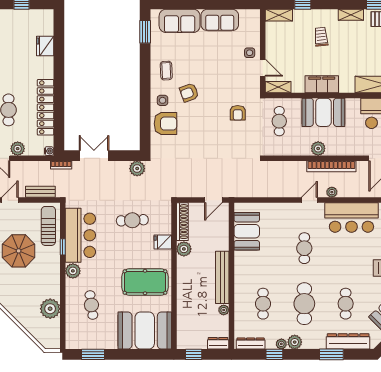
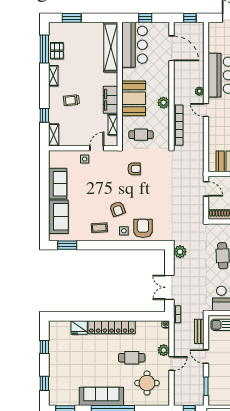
shelving: (278, 87) -> (113, 125), moved
locker: (45, 107) -> (112, 327), moved
bookcase: (331, 166) -> (178, 125), moved

